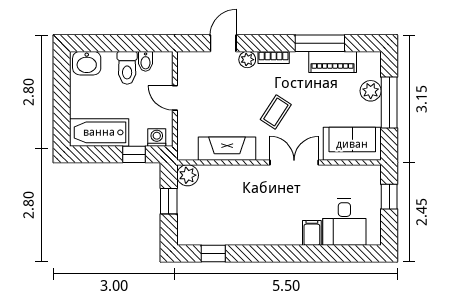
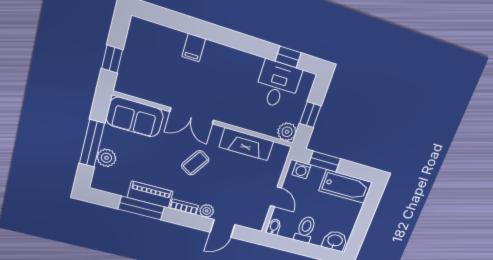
bidet: (146, 61) -> (274, 227), moved
piano: (333, 62) -> (150, 194), moved
window: (134, 154) -> (325, 161), width x1.50
desk: (344, 222) -> (278, 85), moved

